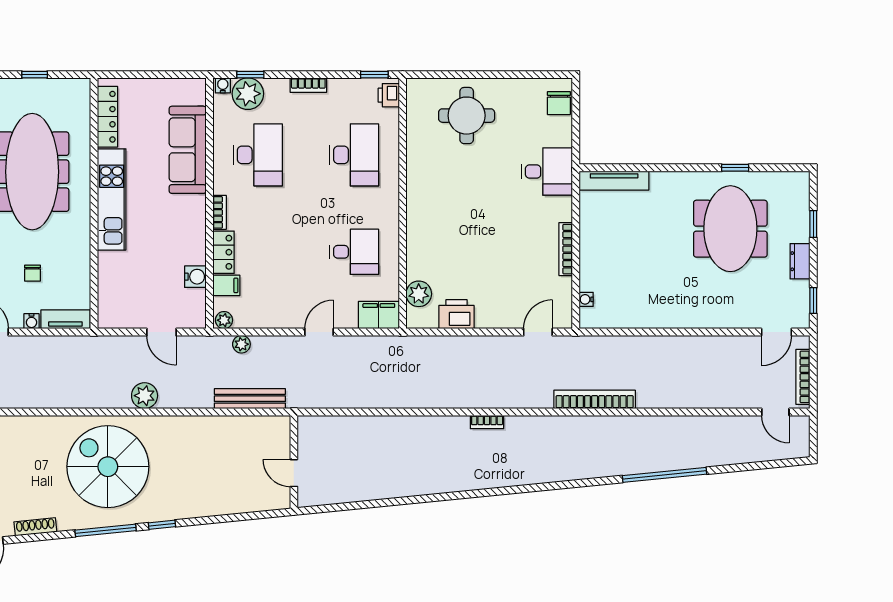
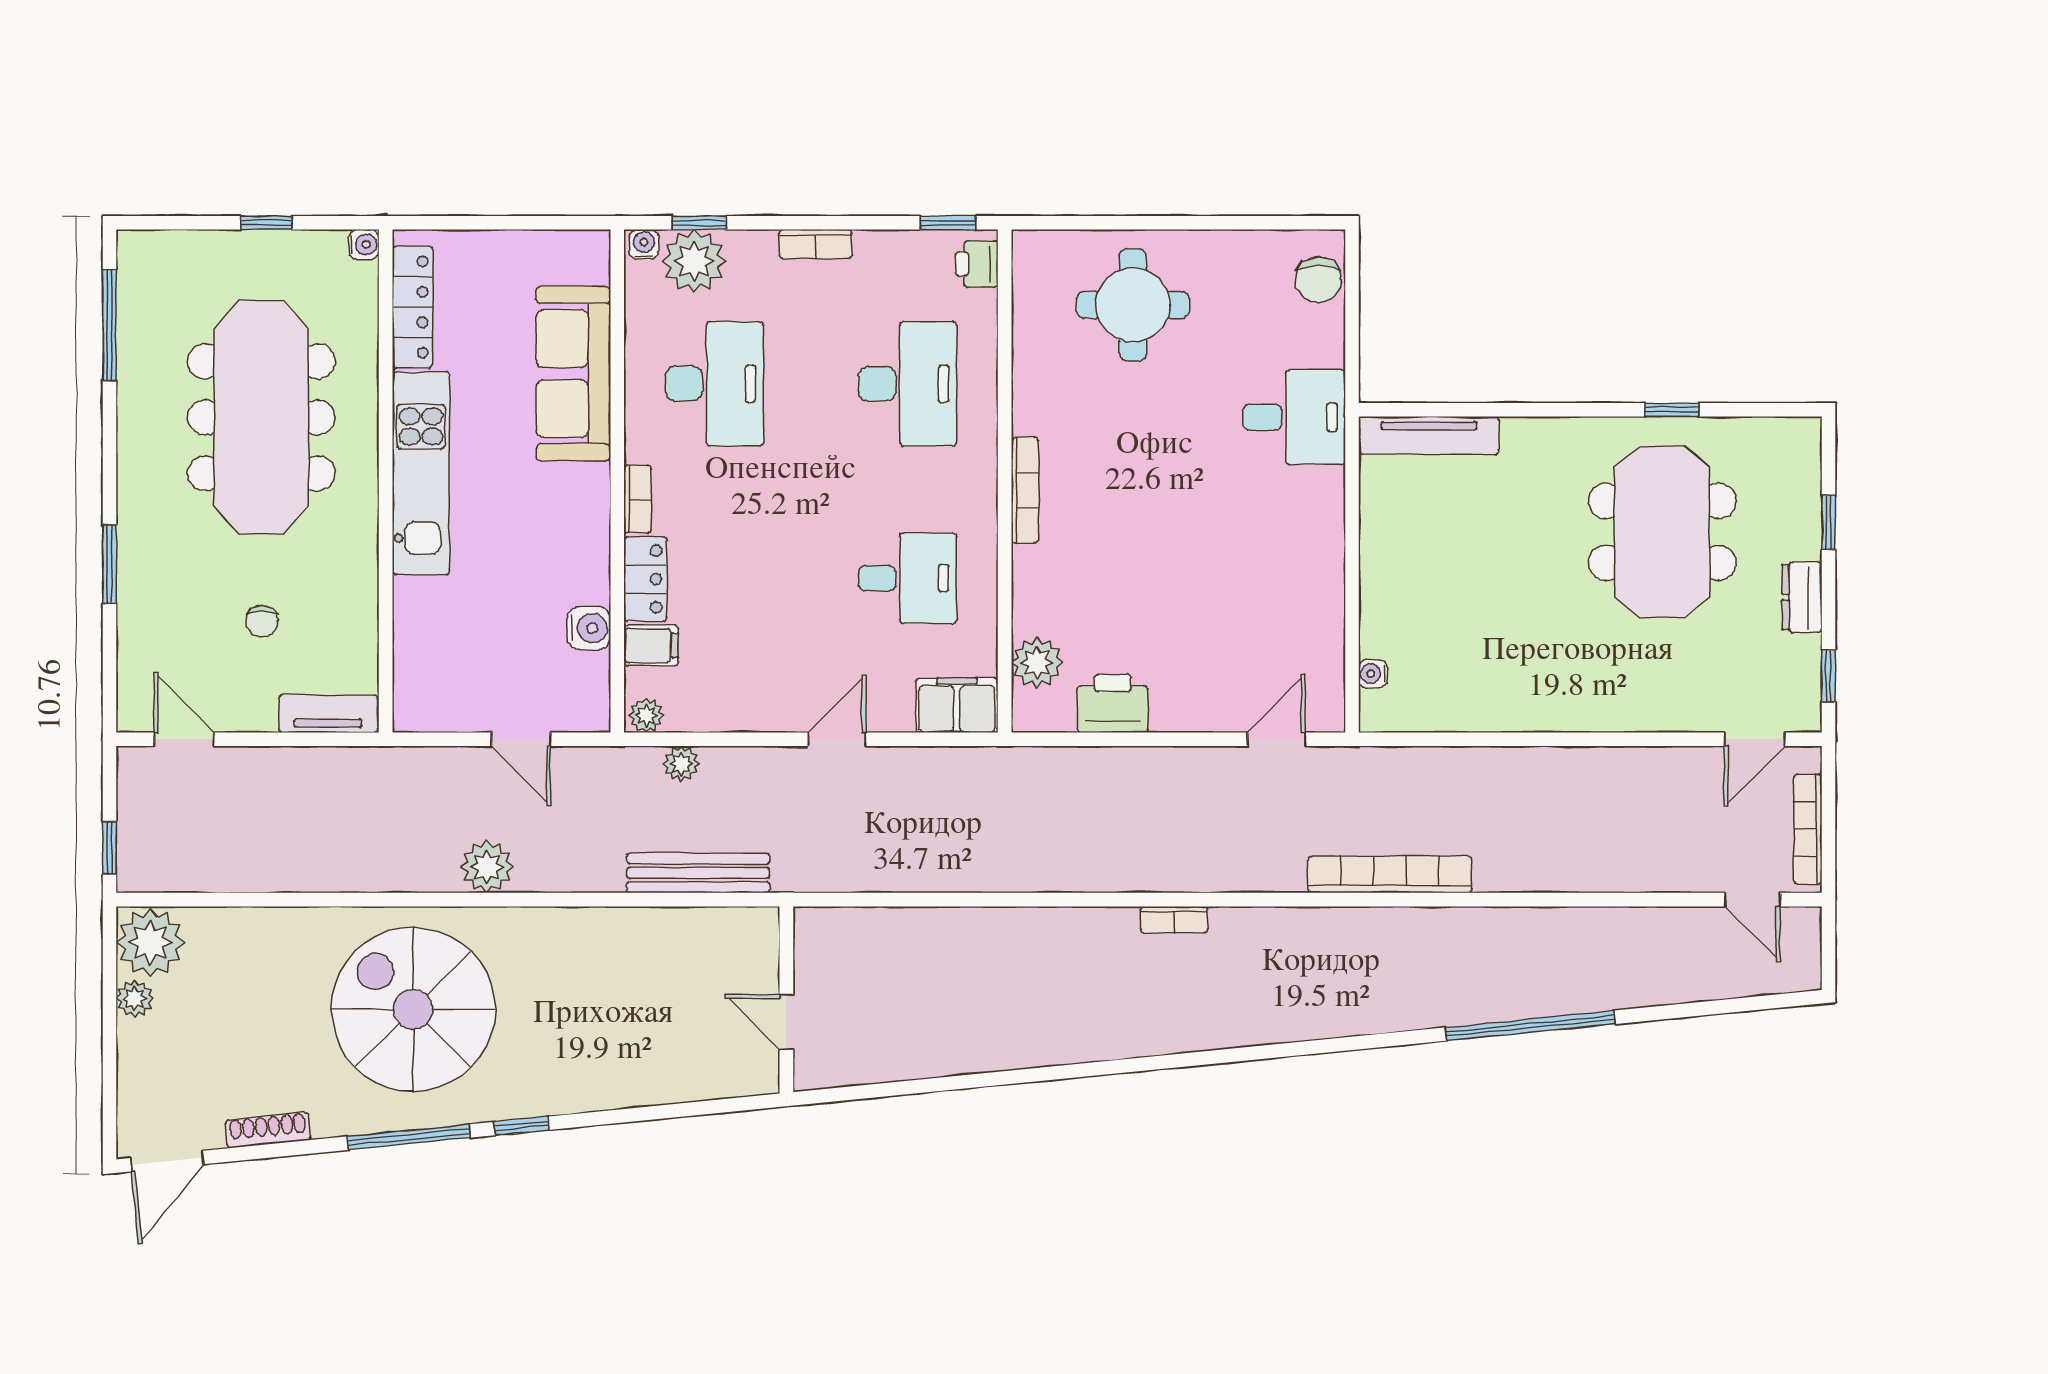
bookcase: (566, 249) -> (1025, 490), moved, turned 180
water cooler: (31, 321) -> (364, 245), moved, turned -90

